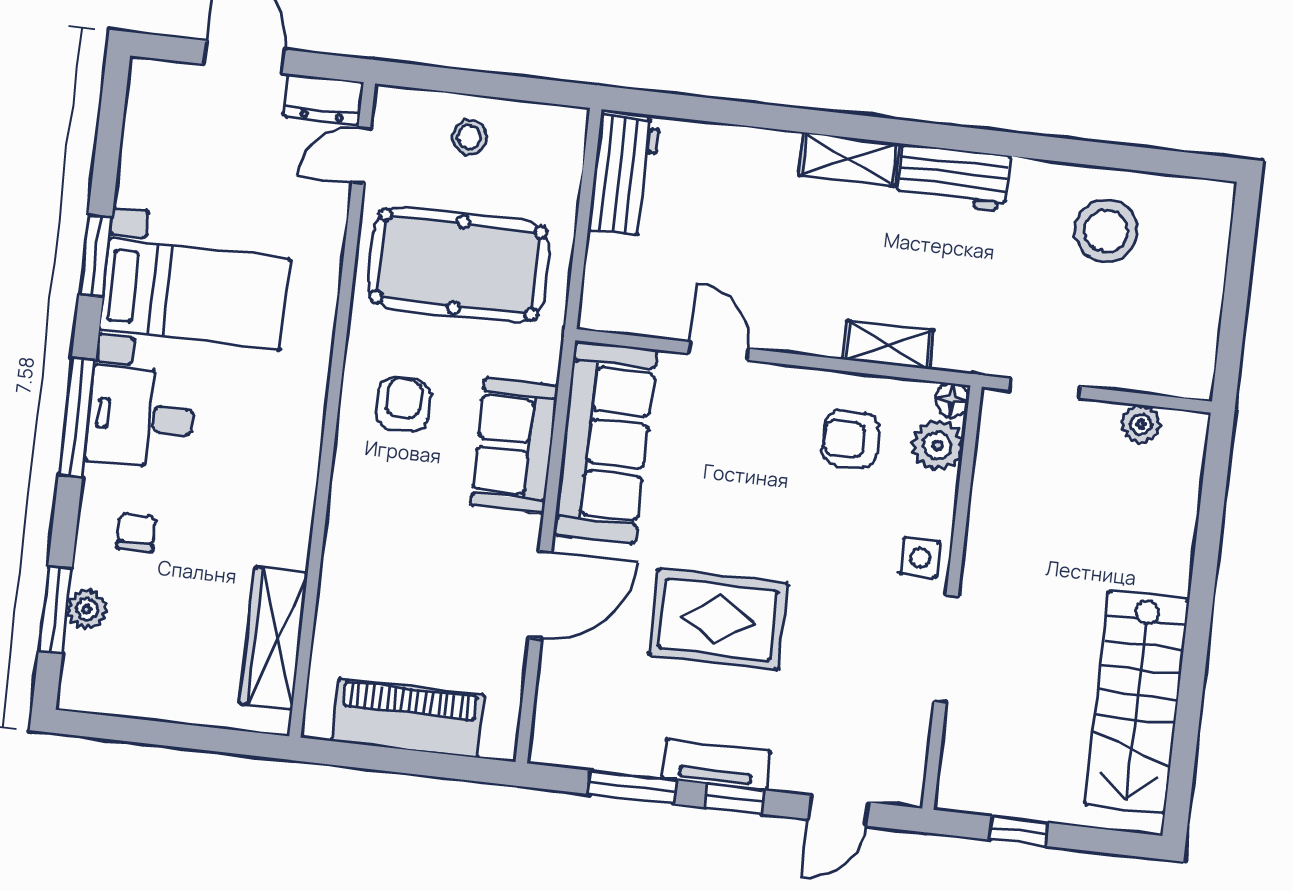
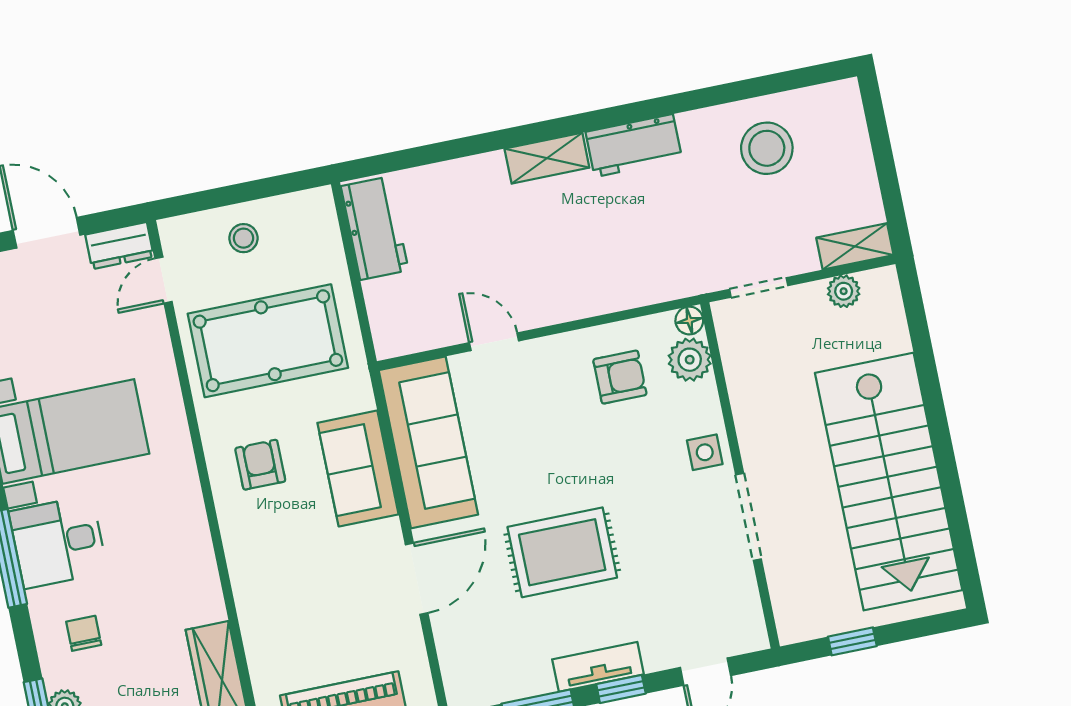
shelving: (888, 345) -> (855, 246), moved
armchair: (851, 439) -> (620, 377), turned 180
stairs: (1137, 702) -> (889, 482), width x1.36, depth x1.51

